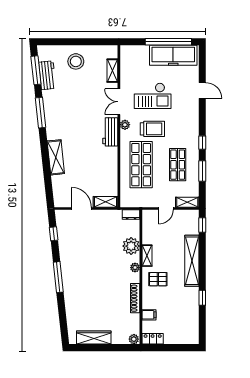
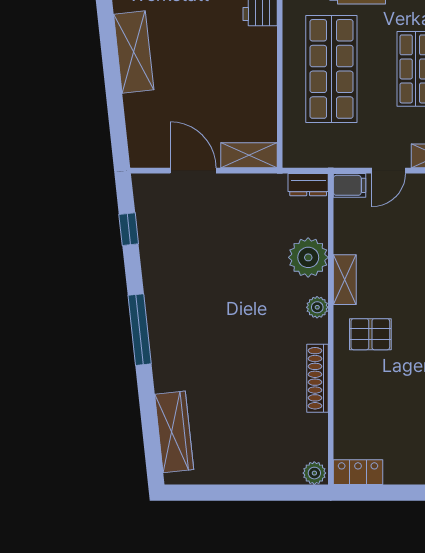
filing cabinet: (149, 315) -> (350, 185), moved
wardrobe: (94, 337) -> (174, 432), moved, turned 84

